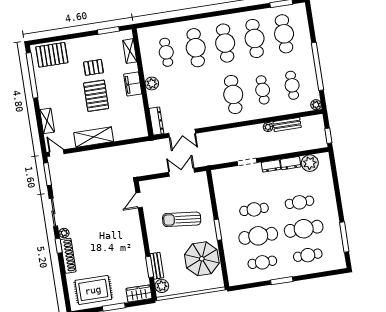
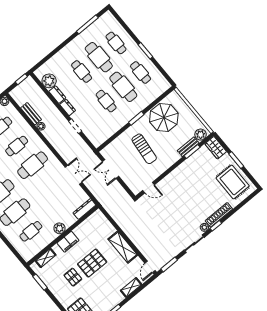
double door: (182, 133) -> (73, 175), moved

